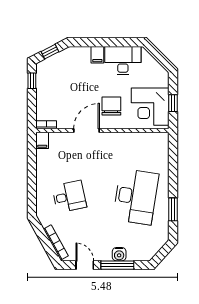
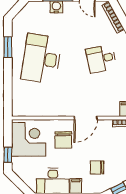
chair: (74, 75) -> (97, 167), added
window: (173, 103) -> (8, 155), moved

